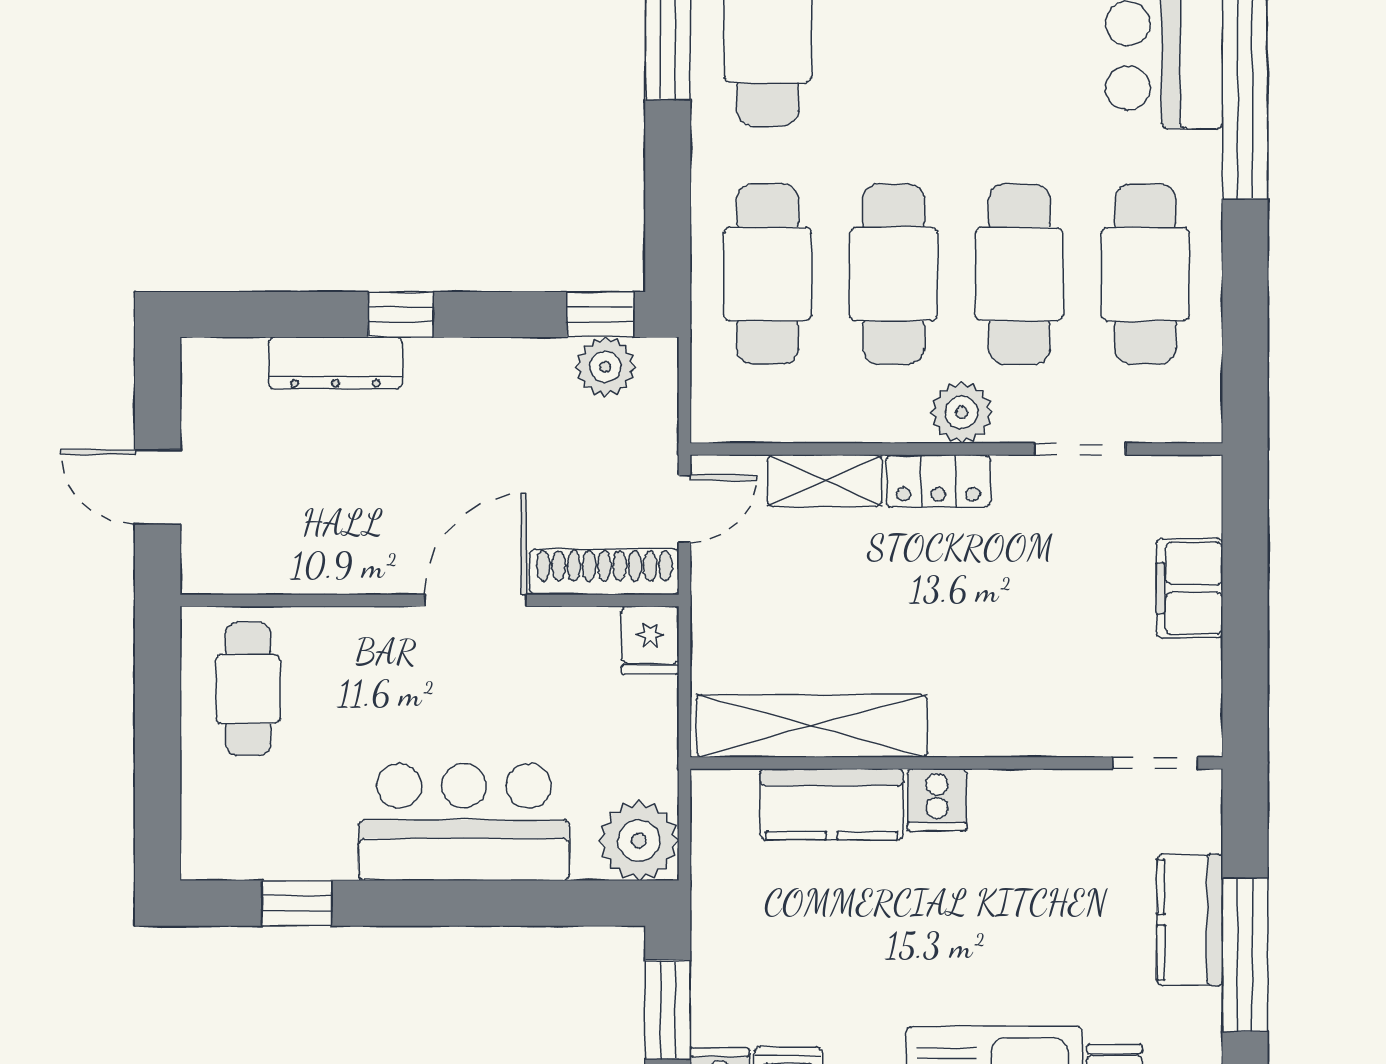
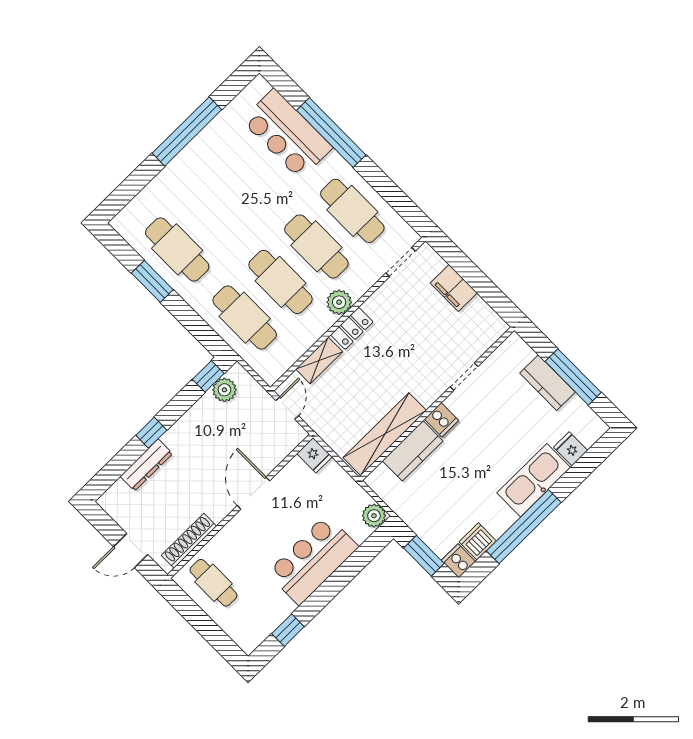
doorway: (1080, 449) -> (401, 262), moved
shoe rack: (604, 572) -> (189, 541), moved
doorway: (1155, 763) -> (464, 377), moved
plant: (639, 841) -> (374, 516), width x0.73, depth x0.73

